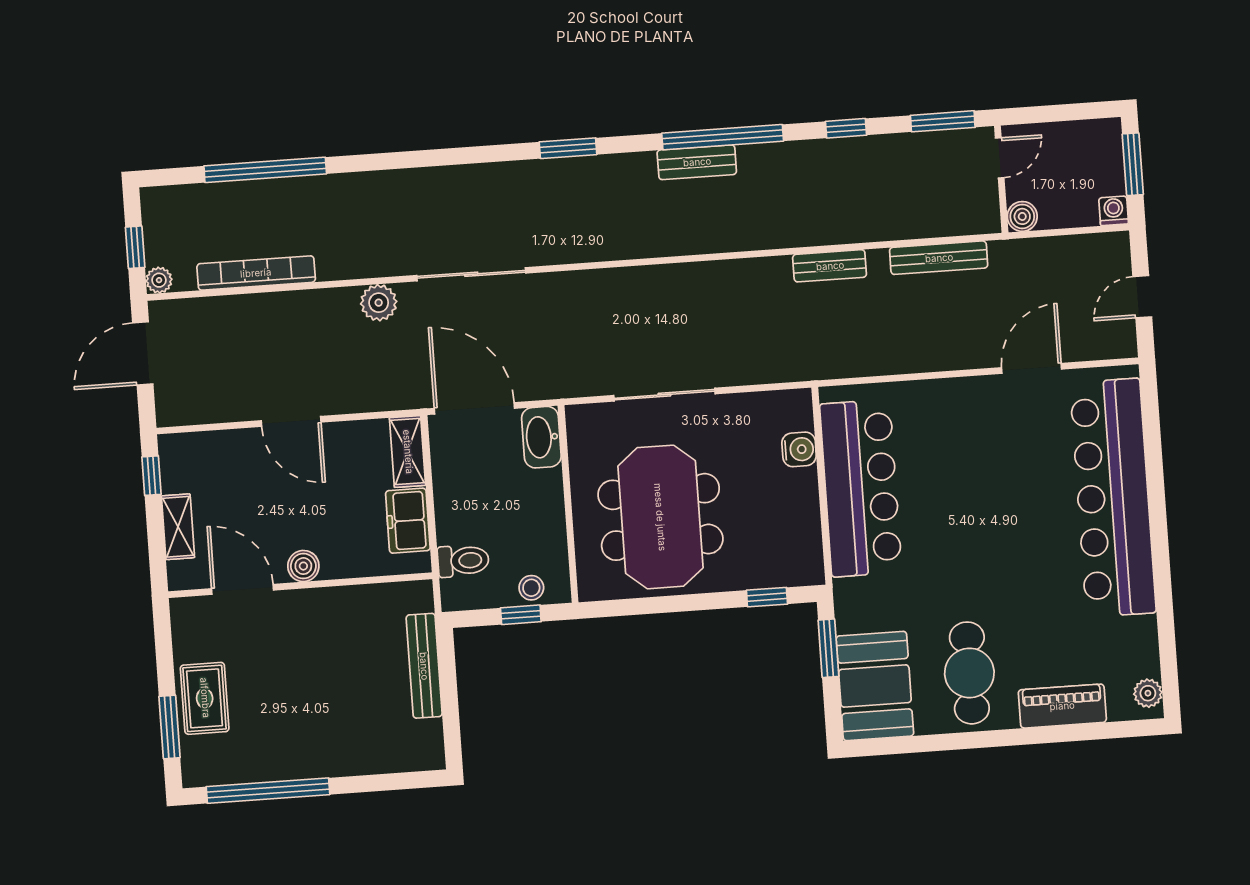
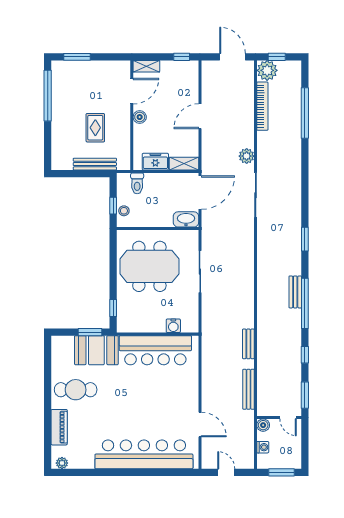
washing machine: (1114, 211) -> (263, 447), moved
plant: (159, 280) -> (267, 70), width x1.88, depth x1.88
shelving: (178, 527) -> (146, 66), moved
booth: (875, 686) -> (96, 350), moved
rug: (205, 698) -> (95, 128), moved, turned 90

